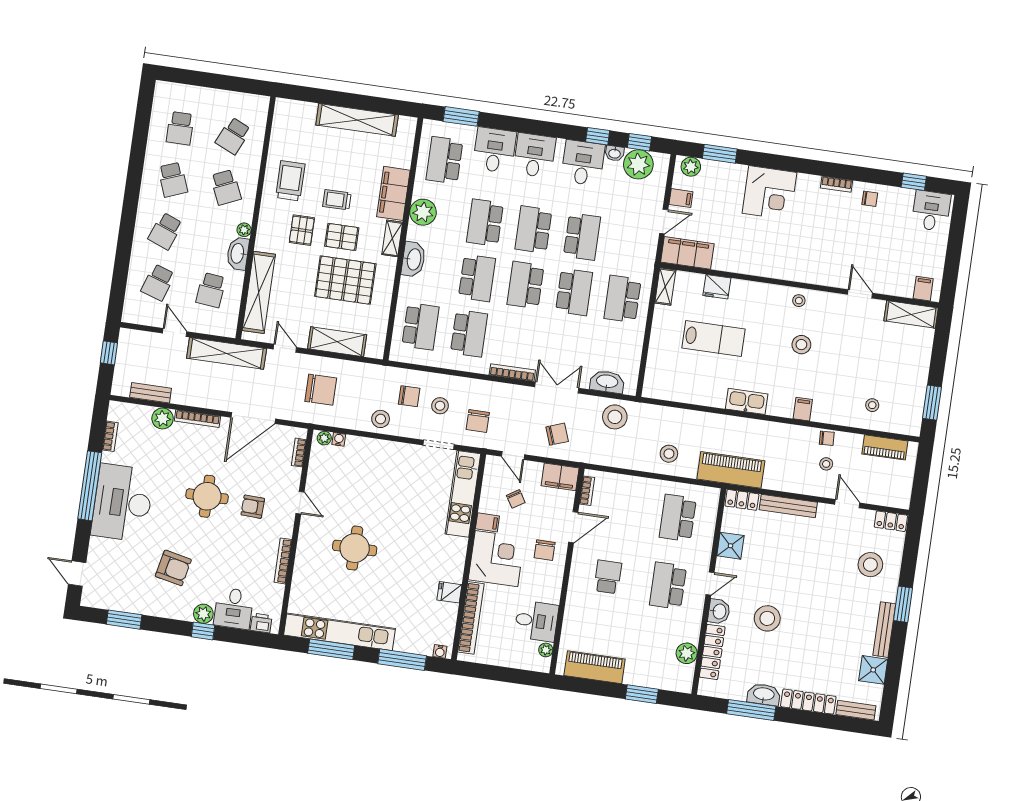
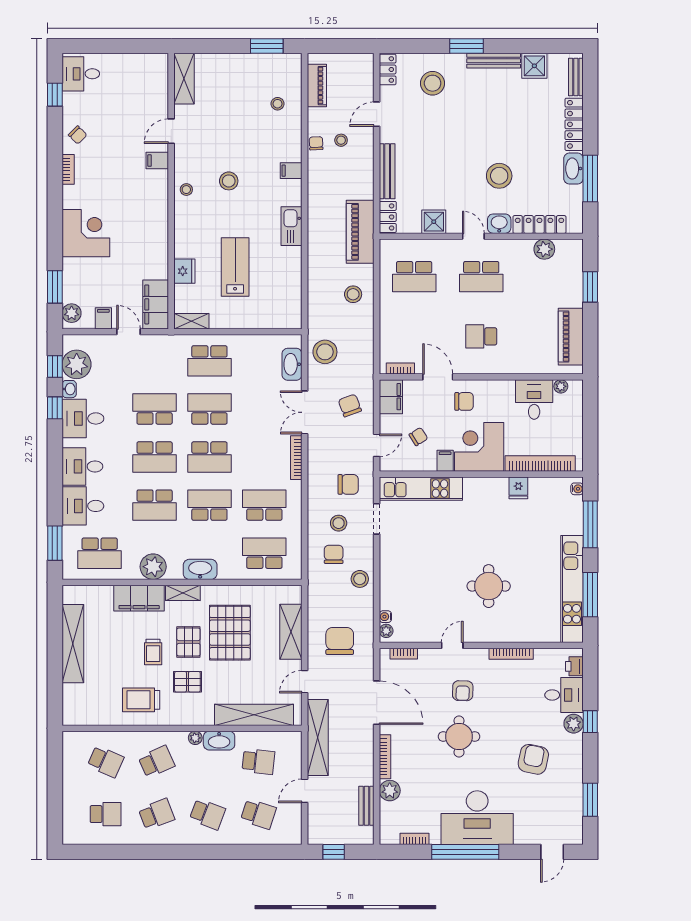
chair: (870, 199) -> (78, 135), turned 135
filing cabinet: (923, 289) -> (157, 161), moved

